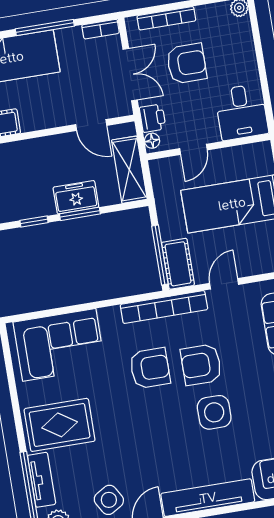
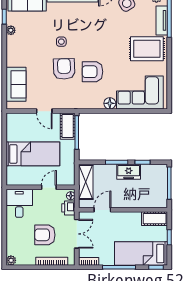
double door: (130, 75) -> (77, 234), swing flipped
door: (91, 125) -> (102, 210), hinge flipped
freezer: (76, 197) -> (129, 172), moved
door: (224, 284) -> (44, 111), hinge flipped
bookcase: (164, 307) -> (79, 104), removed
floor lamp: (110, 317) -> (110, 103), added
armchair: (201, 365) -> (64, 69), turned -92
side table: (214, 412) -> (61, 42), width x0.54, depth x0.54

